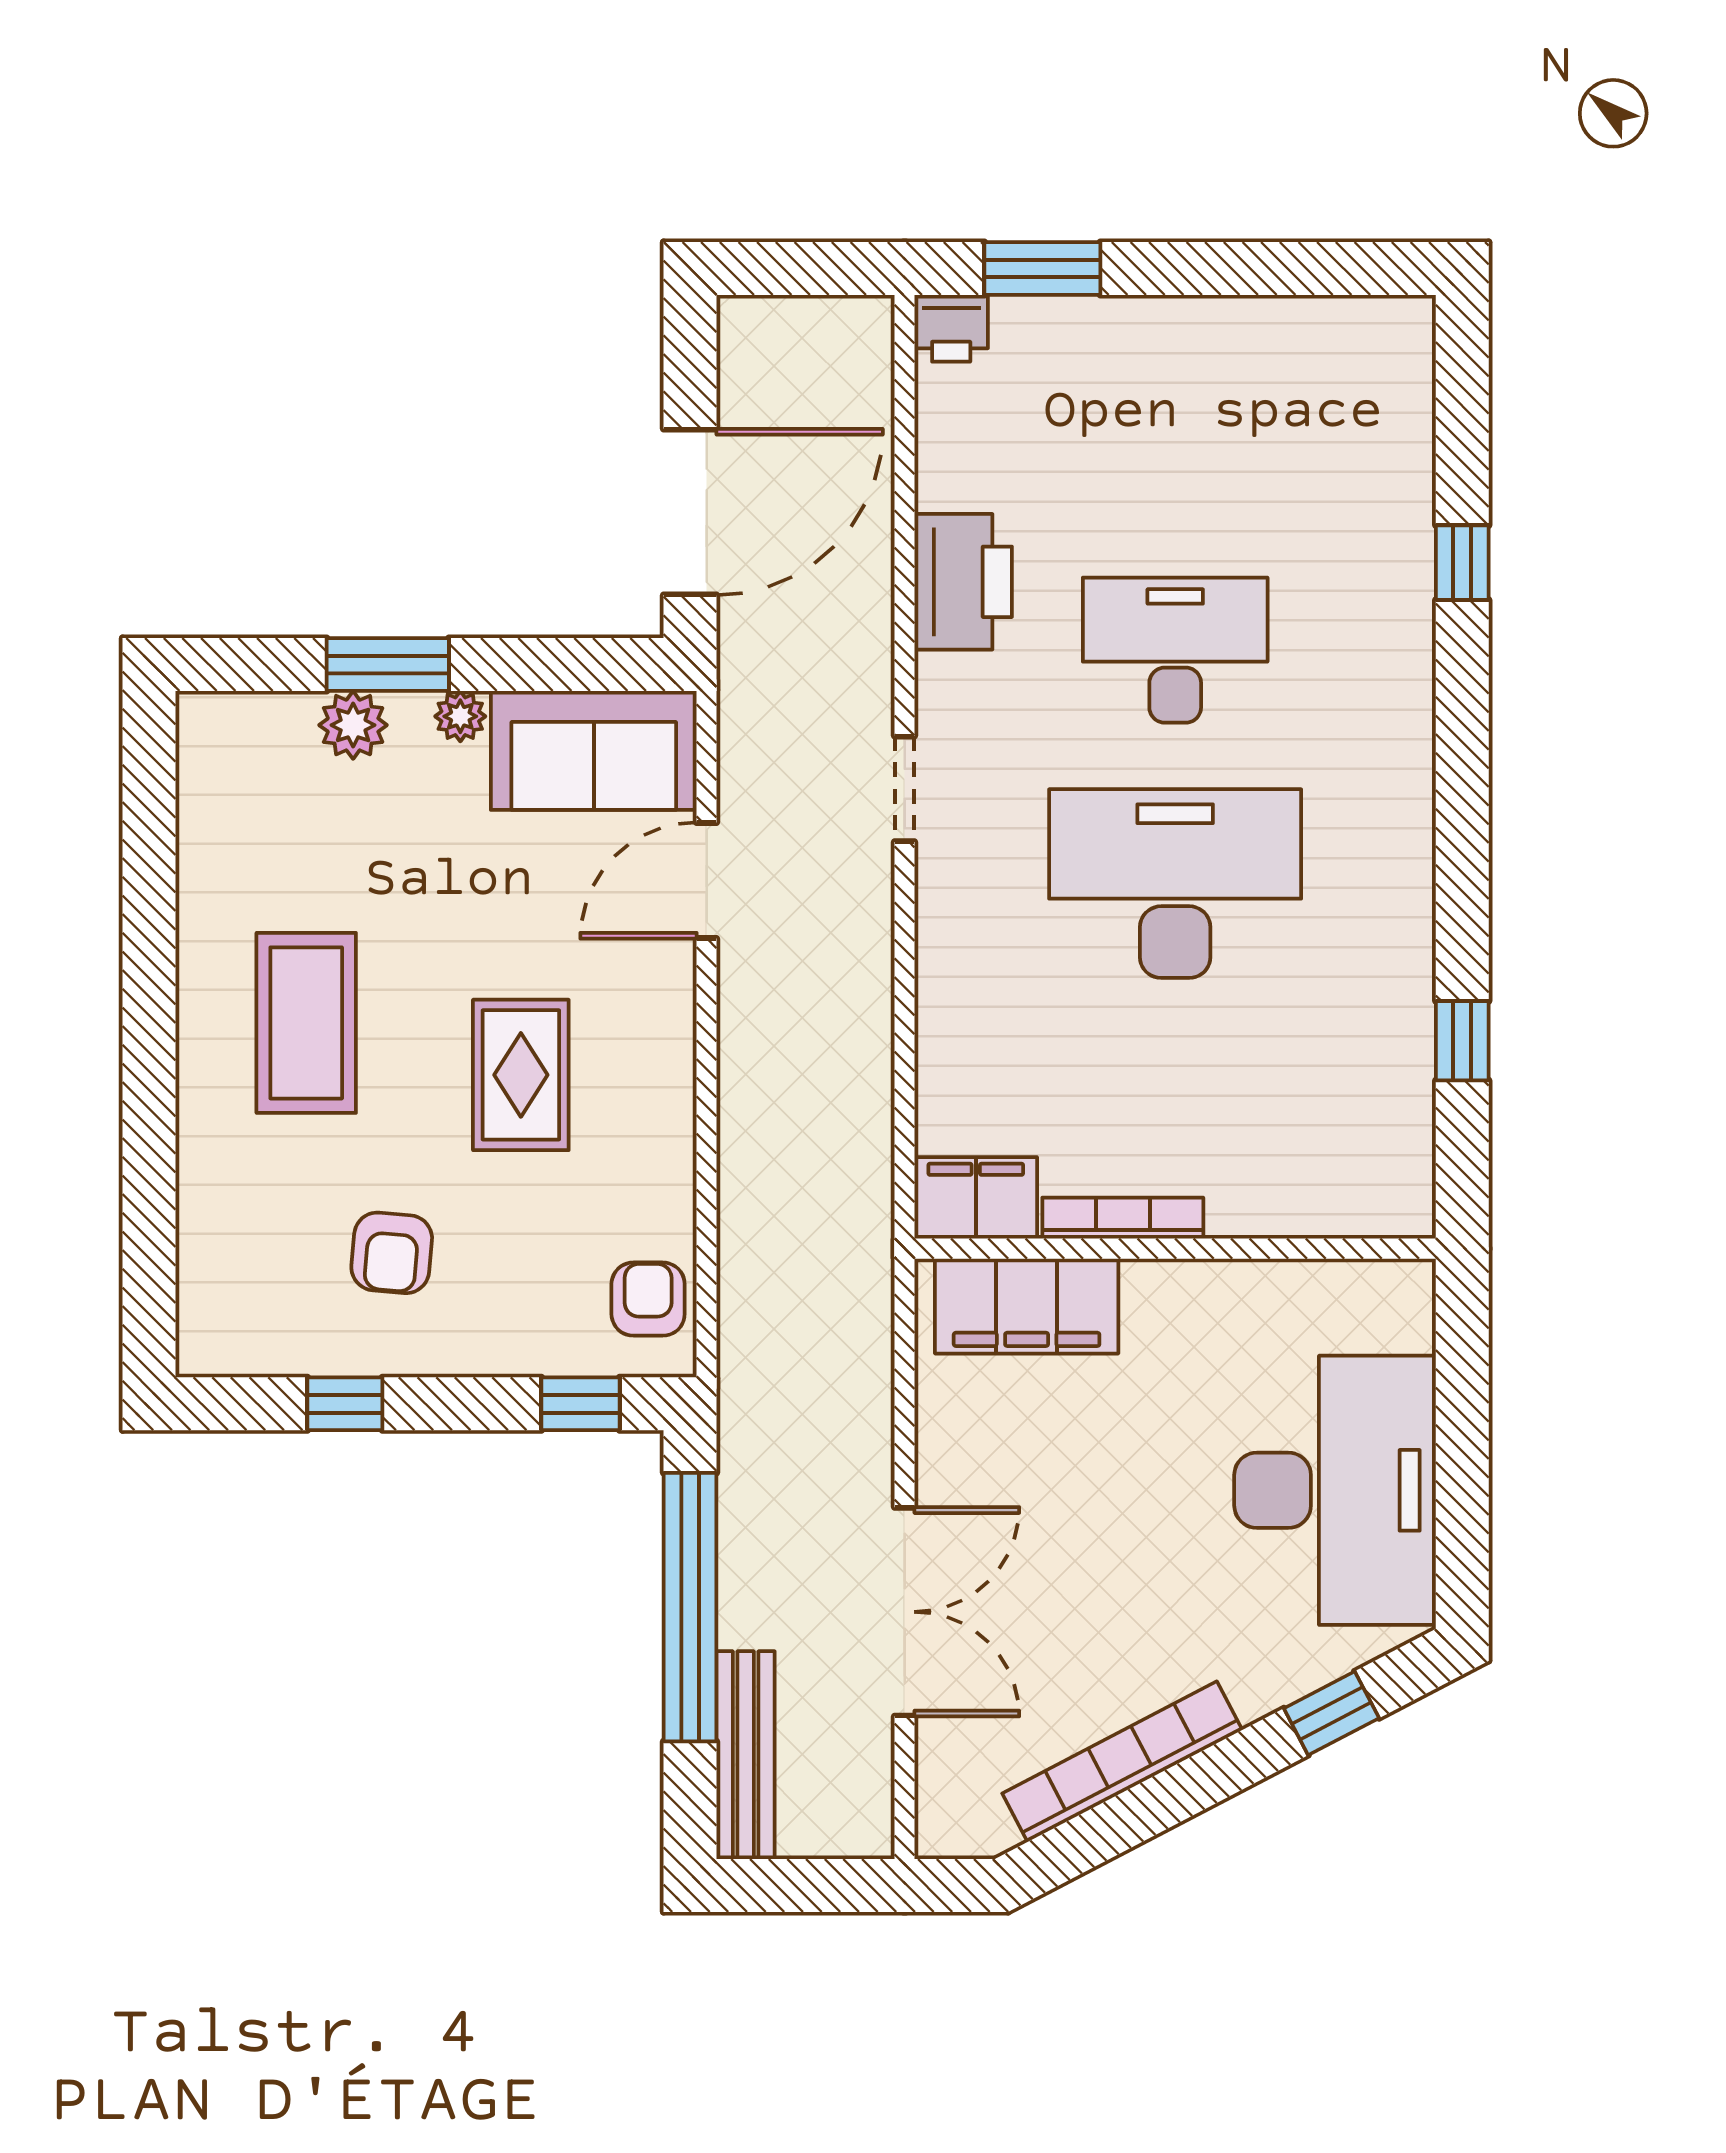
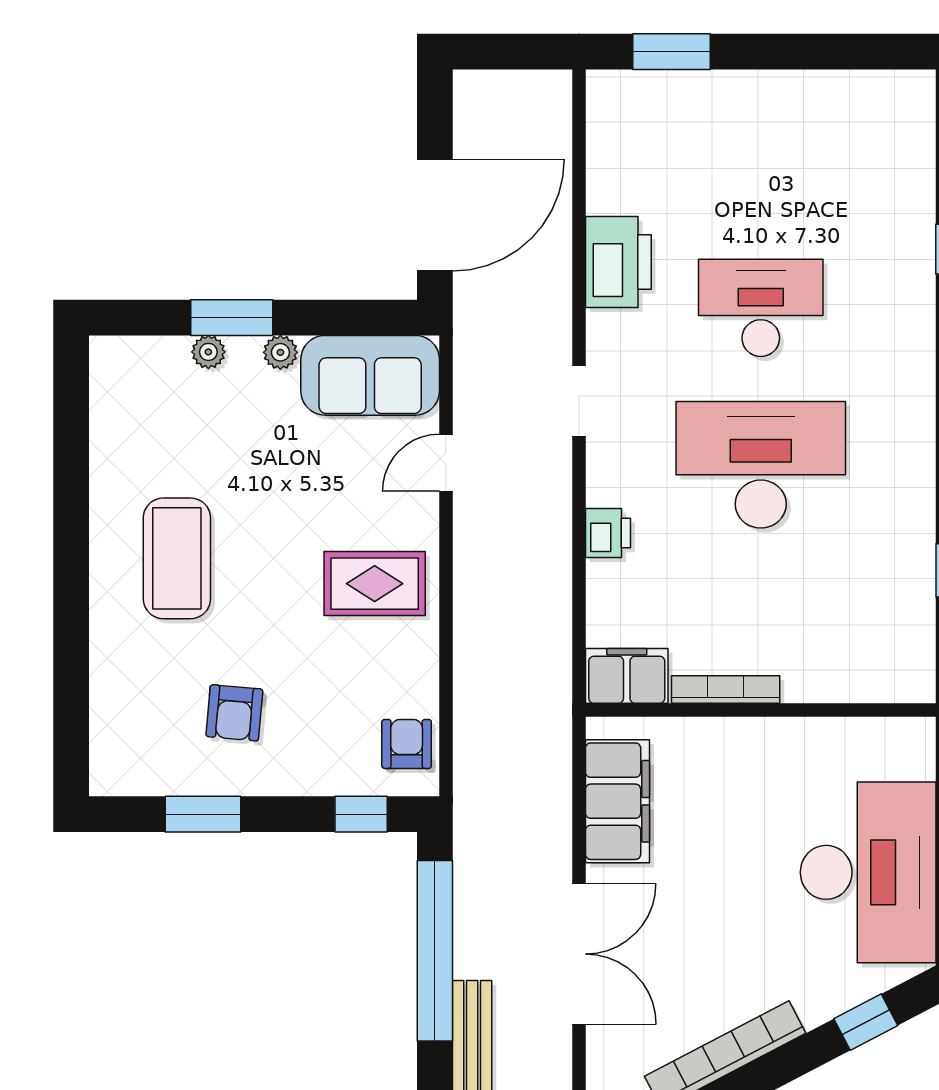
printer: (951, 328) -> (608, 533), moved, turned -90
plant: (353, 725) -> (208, 352), width x0.73, depth x0.73
door: (707, 881) -> (446, 463), width x0.73
rug: (521, 1075) -> (375, 584), moved, turned 90
filing cabinet: (1027, 1306) -> (618, 801), moved, turned -90
window: (345, 1404) -> (203, 814), width x1.50

